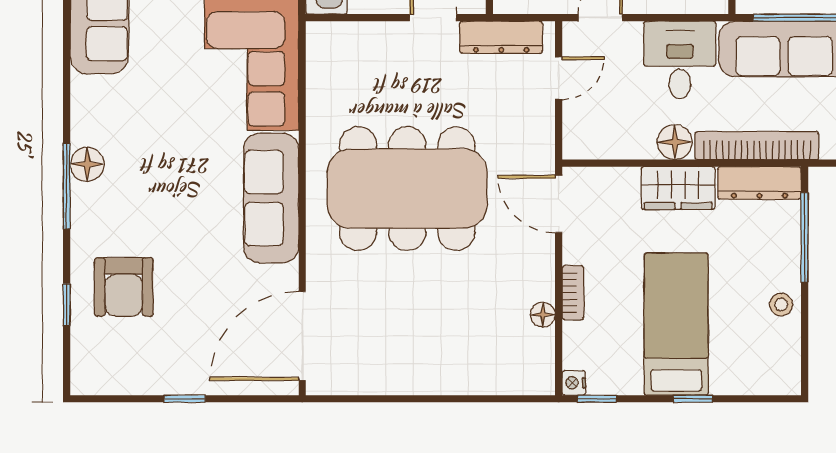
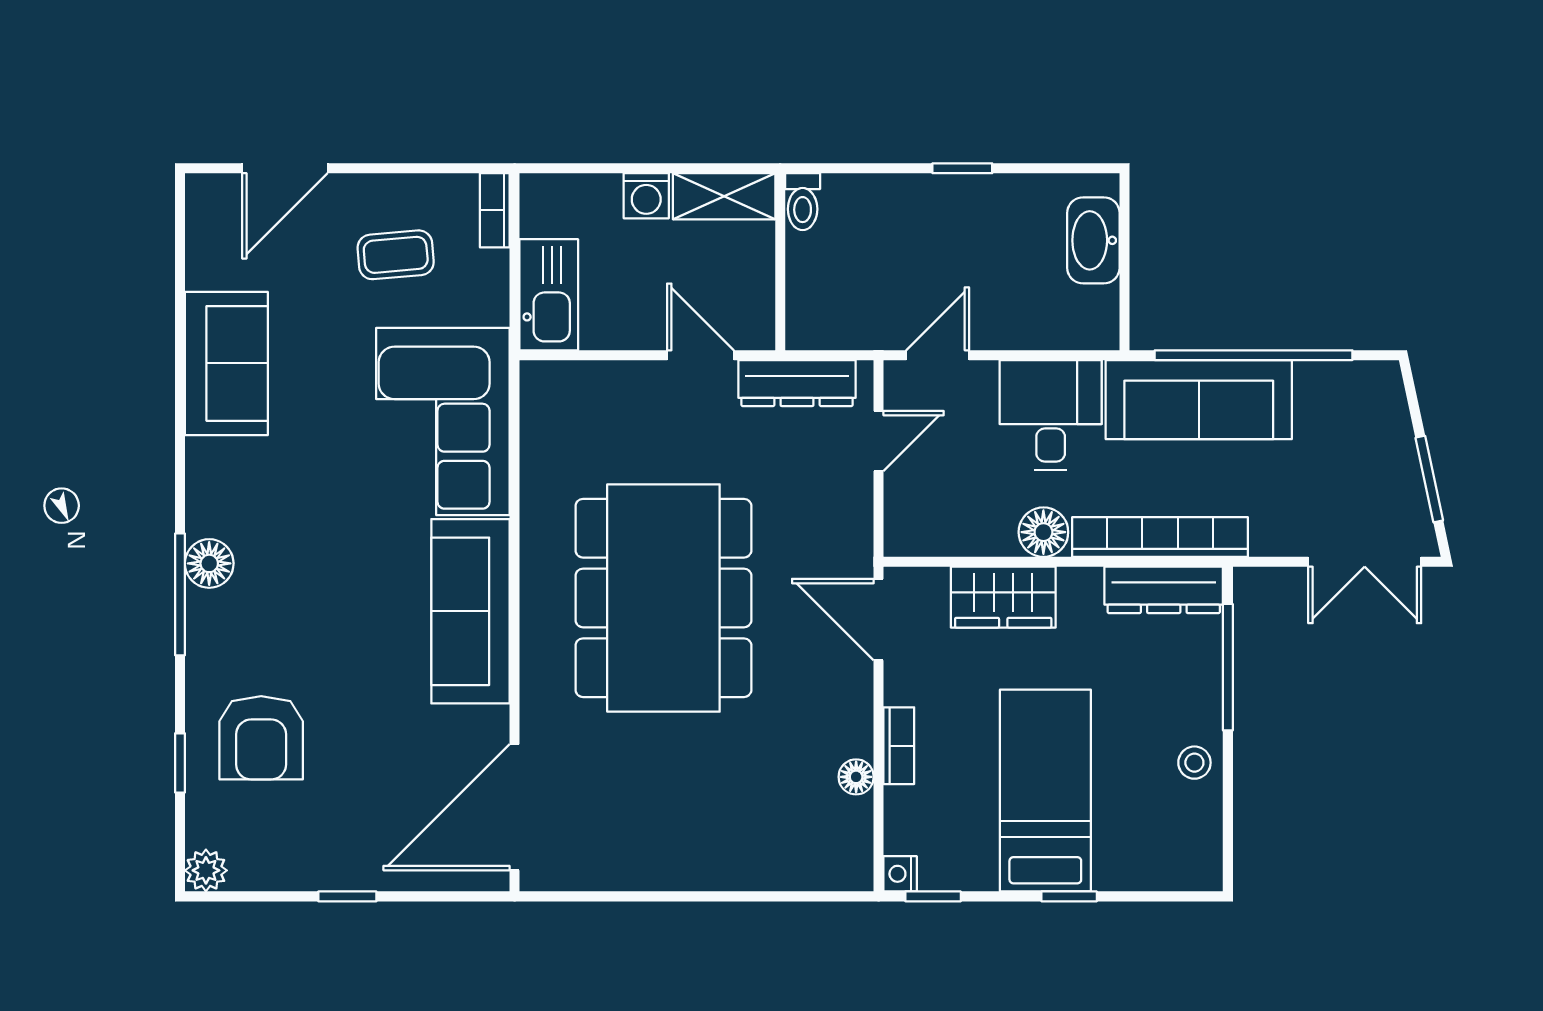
wardrobe: (678, 188) -> (1003, 597), moved
dining table: (407, 189) -> (663, 598), turned 90
plant: (85, 380) -> (206, 870), added

